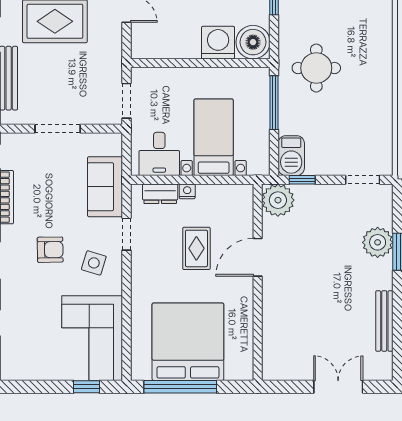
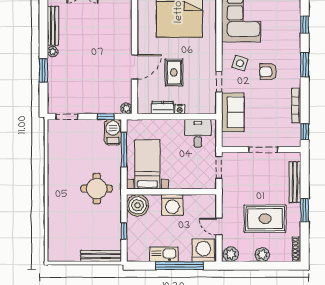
washing machine: (218, 43) -> (172, 205), moved
window: (274, 103) -> (124, 150), moved
bed with nightstands: (214, 137) -> (147, 164), moved, turned 180
dresser: (160, 194) -> (162, 108), moved
plant: (278, 200) -> (126, 108), width x0.53, depth x0.53
plant: (378, 242) -> (53, 52), moved, width x0.53, depth x0.53

